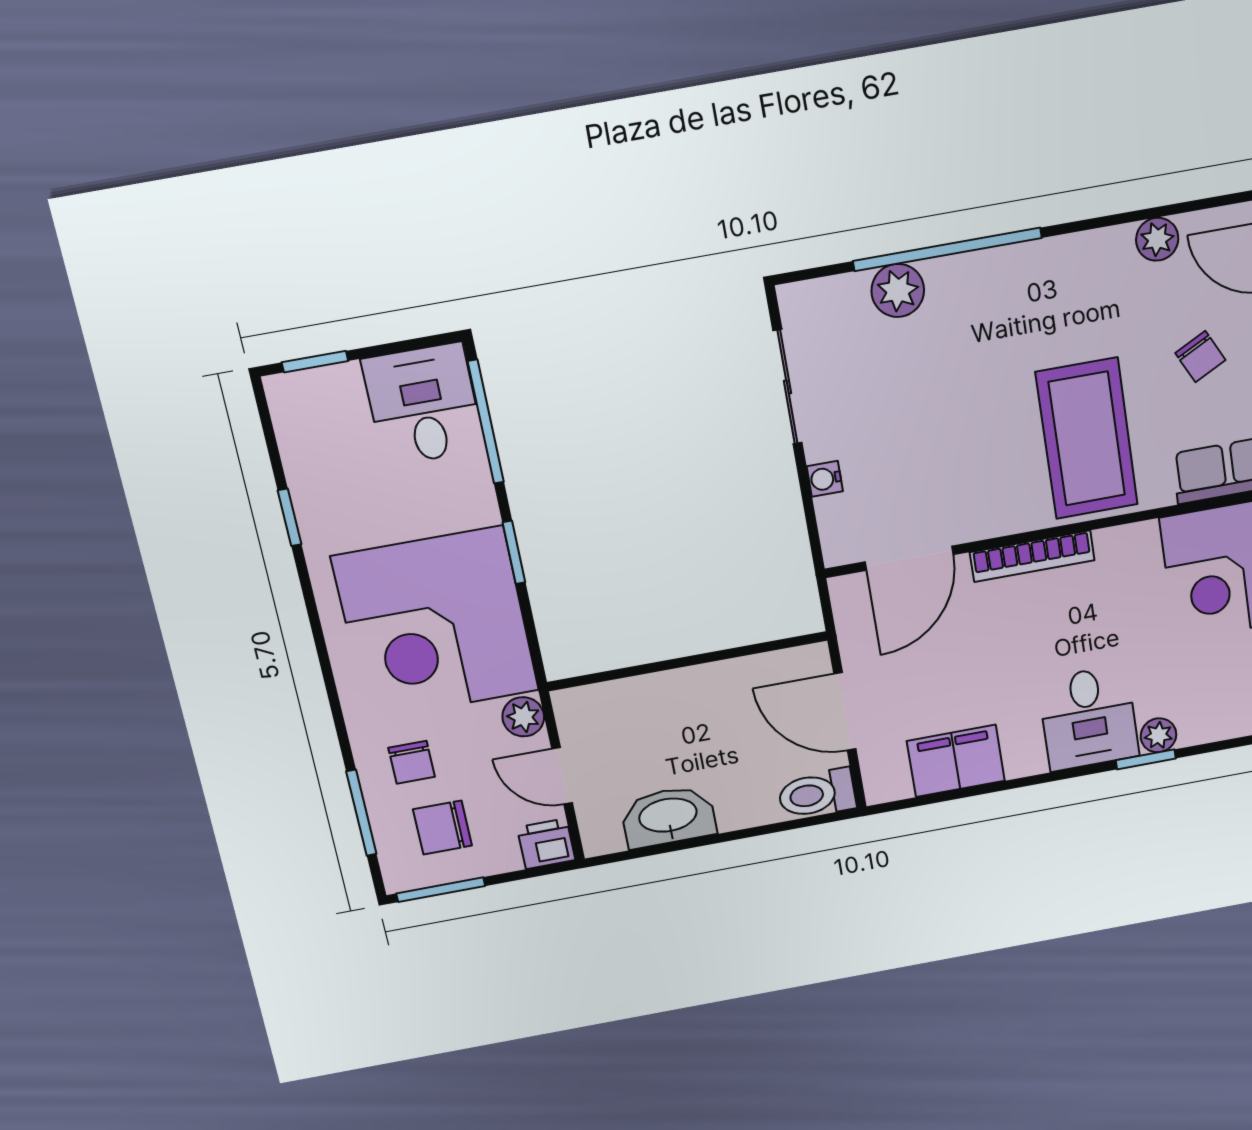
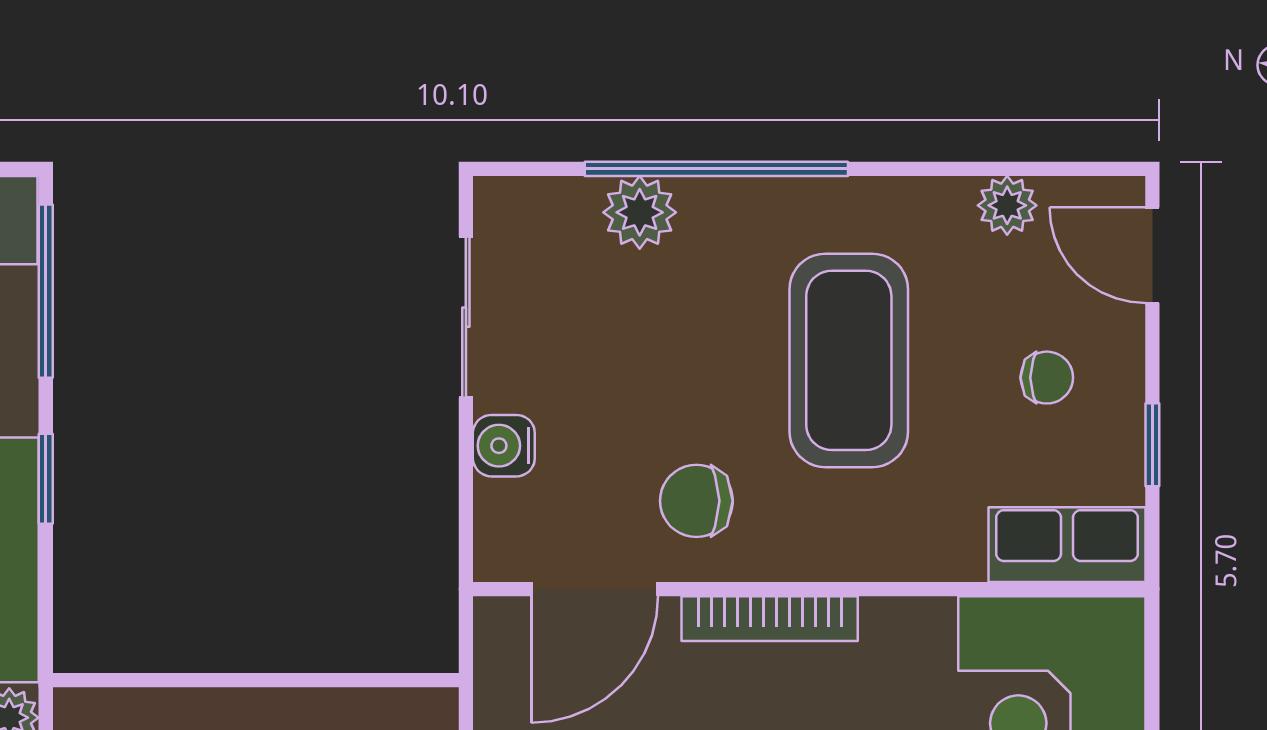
chair: (1200, 357) -> (1047, 378), turned -63
coffee table: (1087, 439) -> (849, 360), moved
water cooler: (825, 479) -> (504, 446), width x1.38, depth x1.38
chair: (970, 486) -> (696, 501), added

